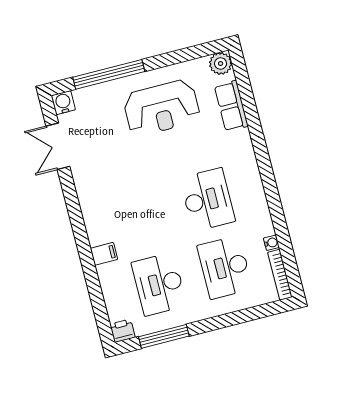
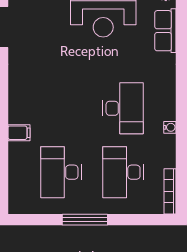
water cooler: (271, 243) -> (170, 127), moved
printer: (123, 331) -> (18, 205), removed
window: (164, 336) -> (85, 220), moved

